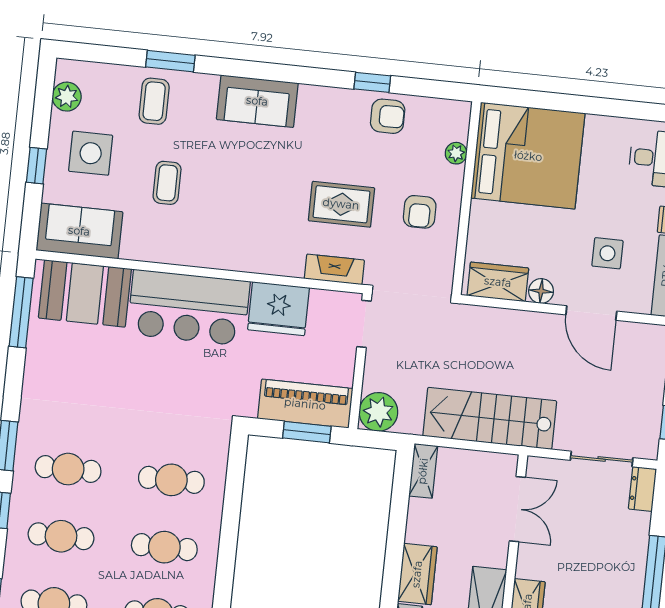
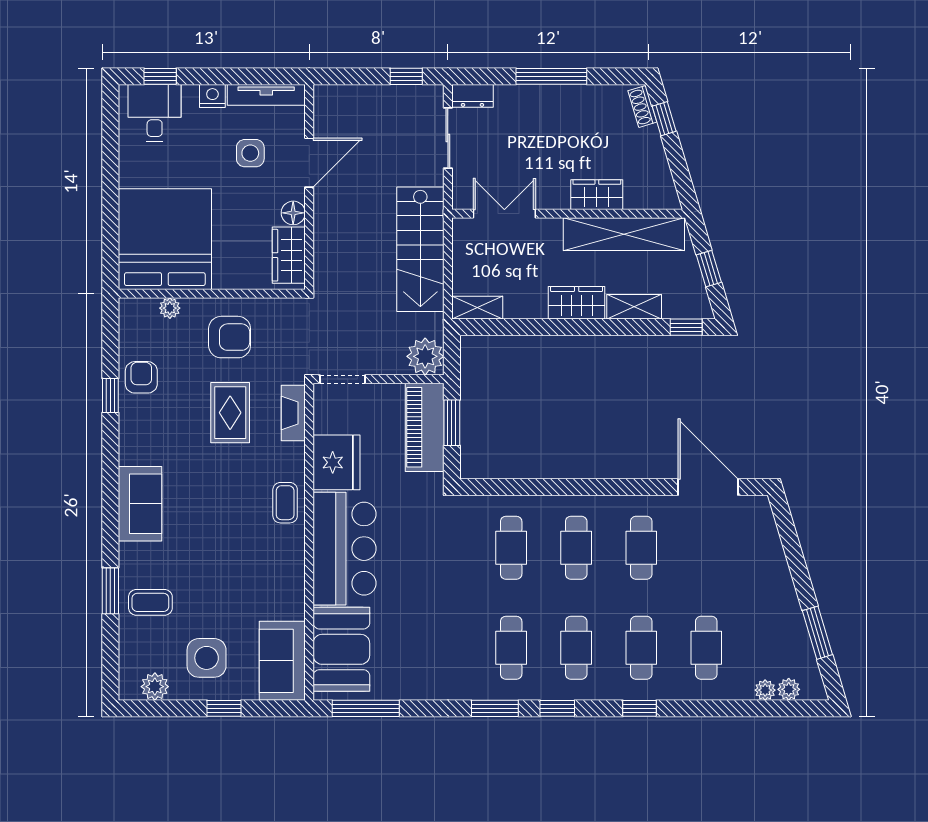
coffee table: (167, 183) -> (285, 503), moved, turned 90
armchair: (420, 212) -> (230, 337), width x1.38, depth x1.38

